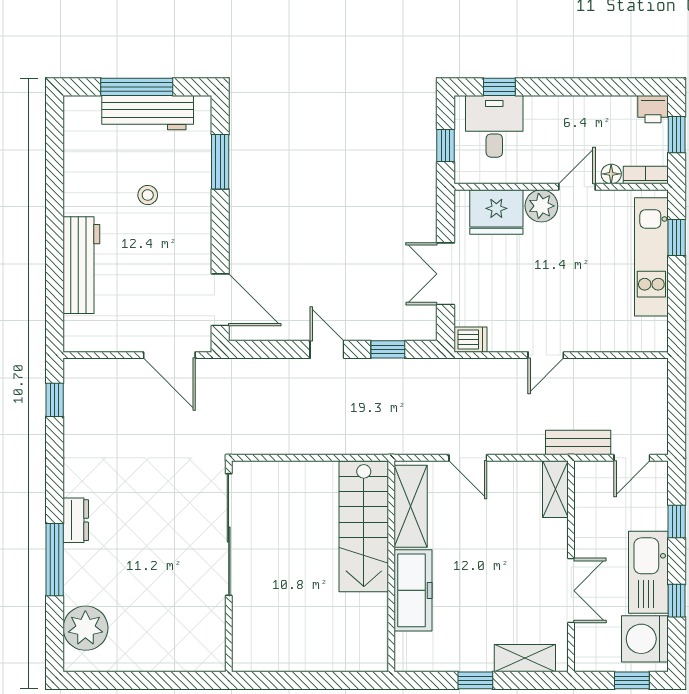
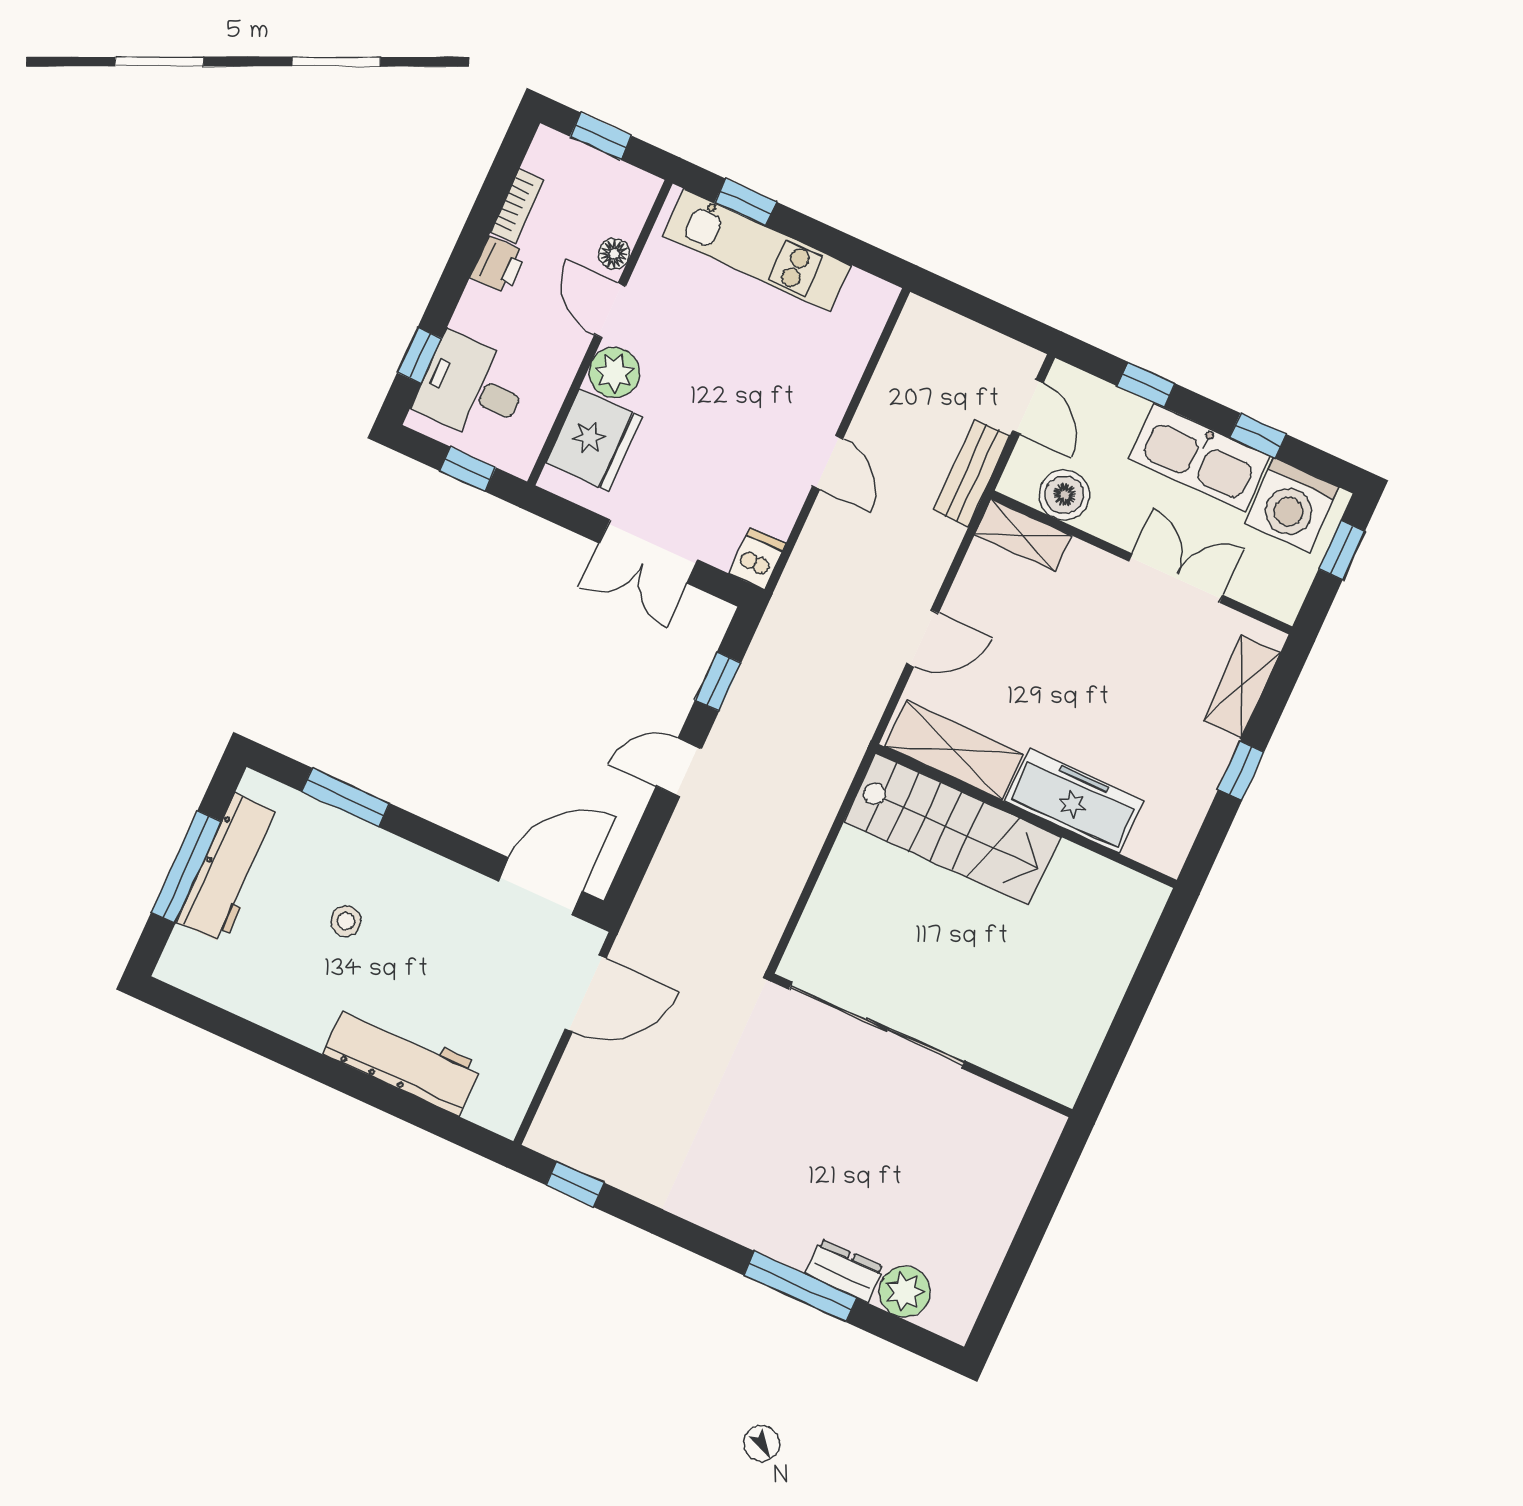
printer: (653, 109) -> (499, 265), moved
bookcase: (646, 175) -> (517, 206), moved, turned 180
boiler: (590, 503) -> (1064, 495), added
dresser: (76, 520) -> (844, 1271), moved
plant: (85, 628) -> (905, 1292), width x0.73, depth x0.73

